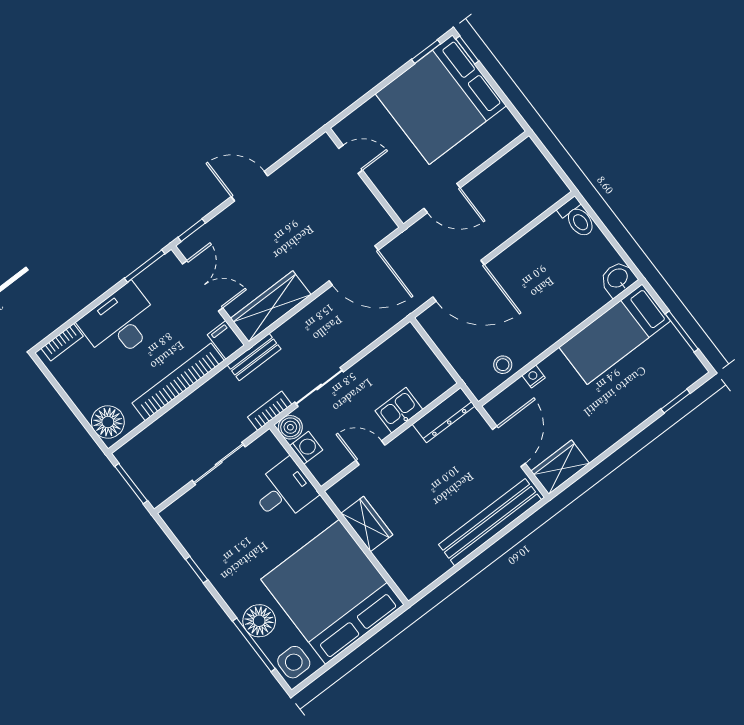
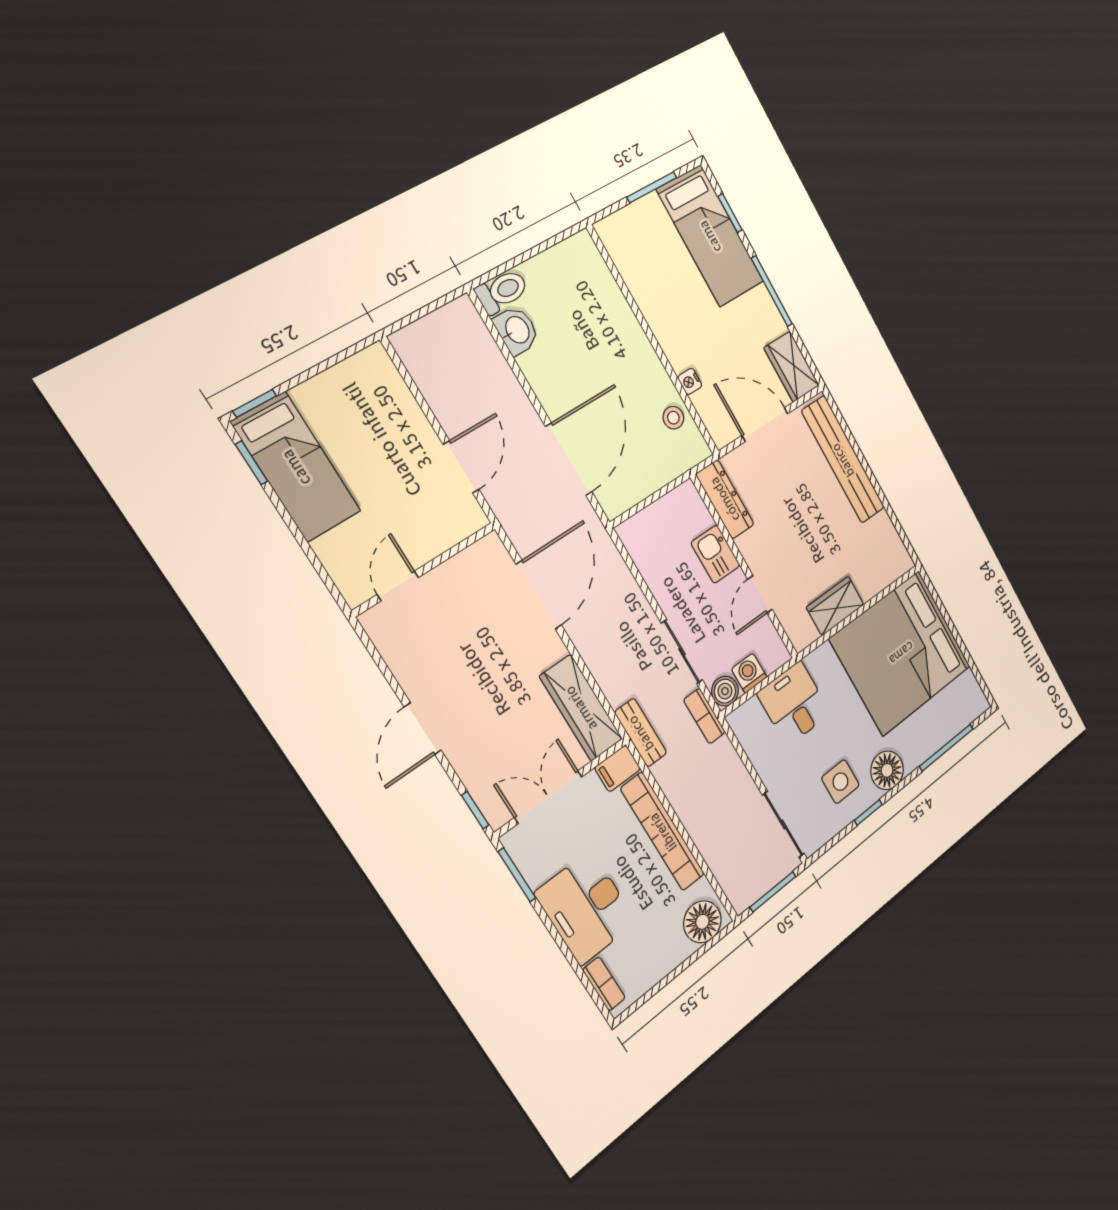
bed: (441, 100) -> (296, 467), width x0.49
washbasin: (618, 279) -> (517, 330), moved, turned 180
bed: (615, 334) -> (710, 236), moved
window: (619, 444) -> (772, 291), added
sliding door: (219, 464) -> (783, 824), moved
floor lamp: (259, 621) -> (887, 770), moved
side table: (294, 662) -> (840, 782), moved

